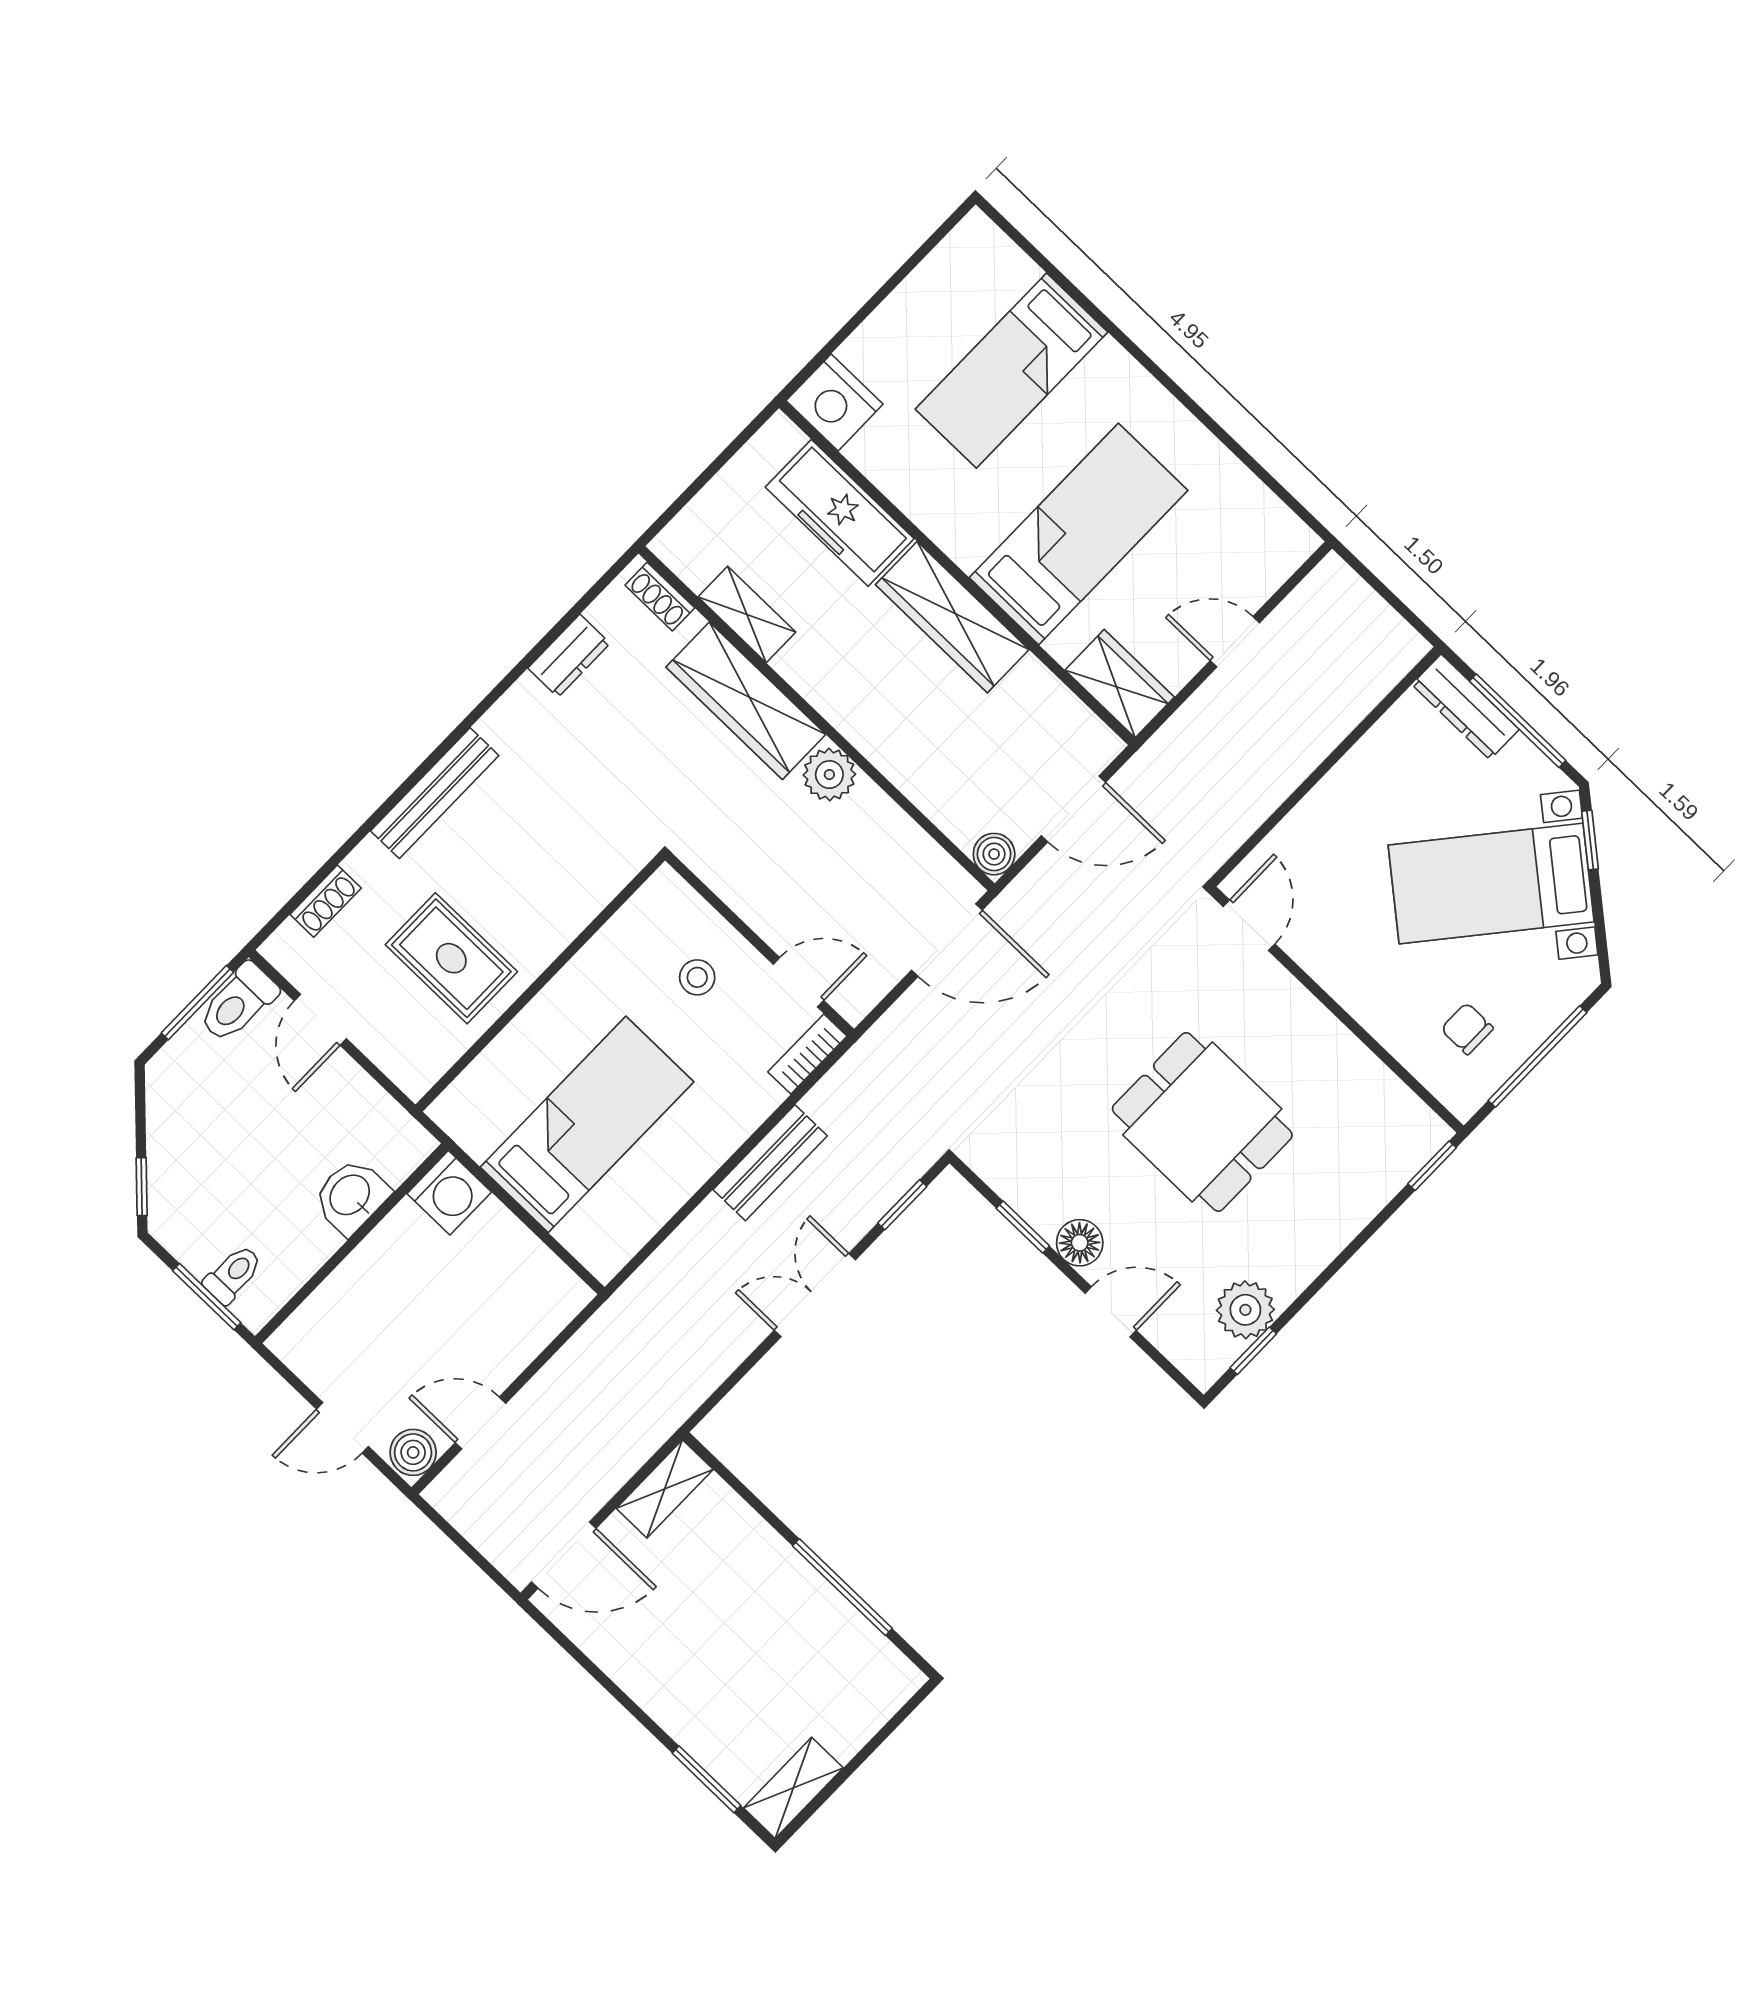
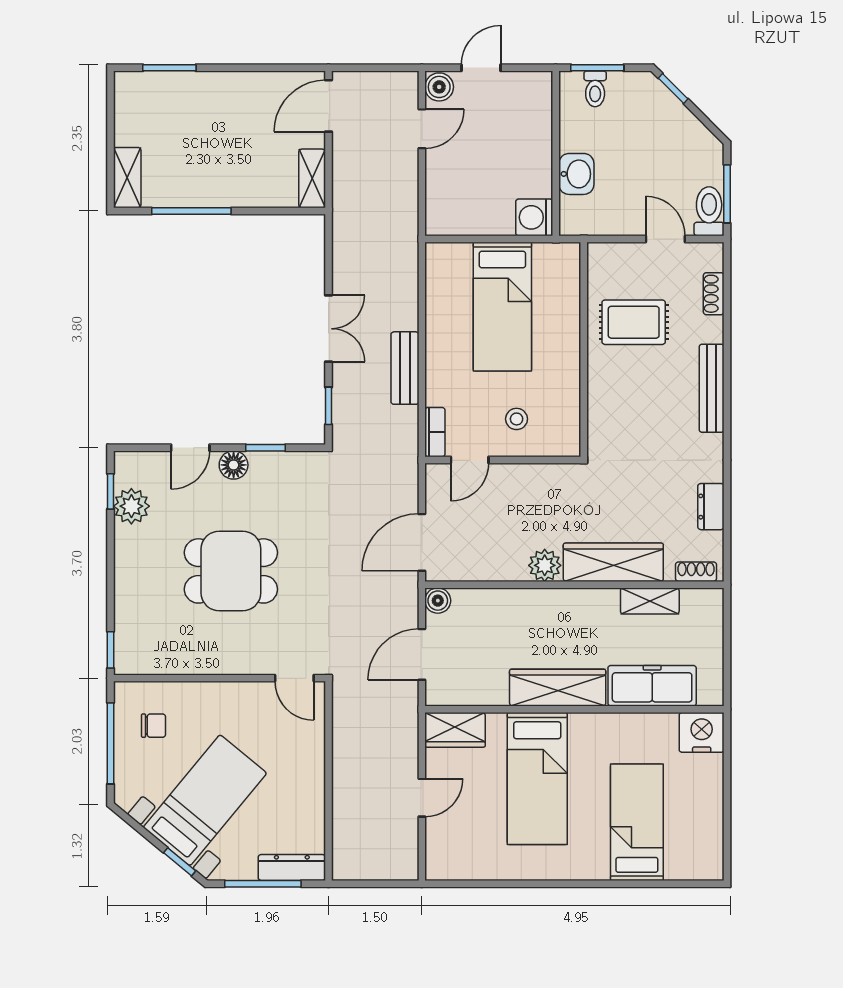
shelving: (793, 1788) -> (127, 178), moved

